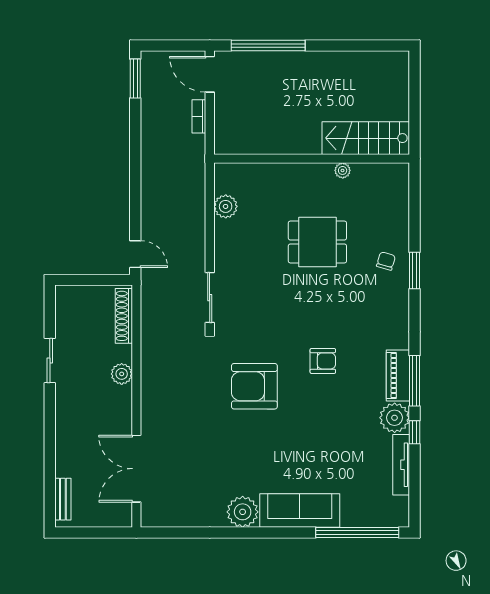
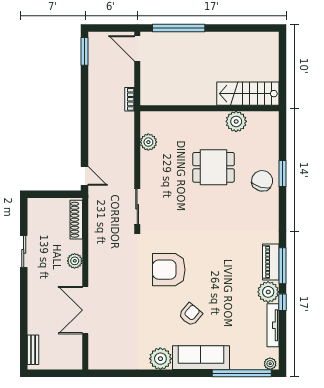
bookcase: (199, 116) -> (130, 99), moved
plant: (343, 170) -> (236, 121), width x1.88, depth x1.88
chair: (386, 261) -> (262, 181), width x1.87, depth x1.87
window: (415, 271) -> (282, 173), moved
armchair: (323, 361) -> (190, 314), moved, turned -50
double door: (136, 469) -> (85, 310), moved
plant: (397, 519) -> (270, 364), added

